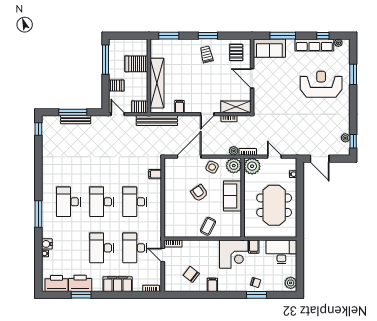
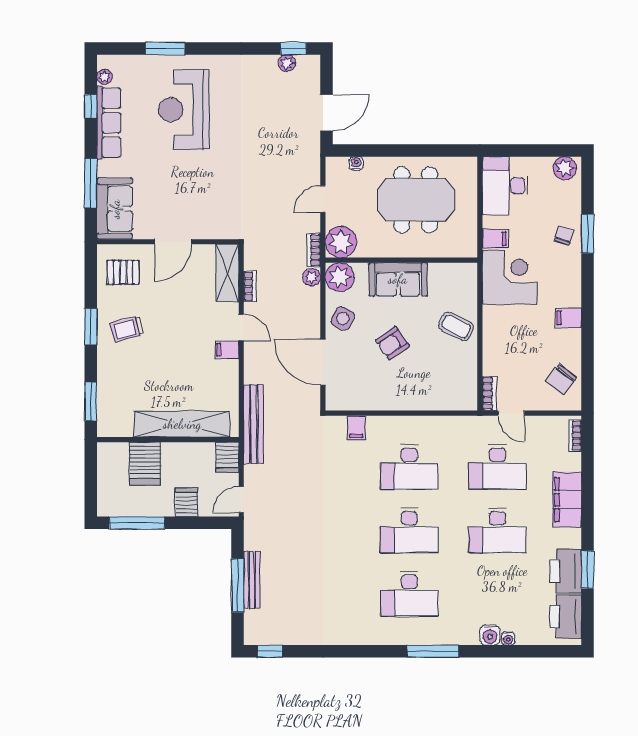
filing cabinet: (179, 107) -> (227, 350), moved
door: (163, 255) -> (511, 413), hinge flipped
chair: (191, 274) -> (561, 379), moved

